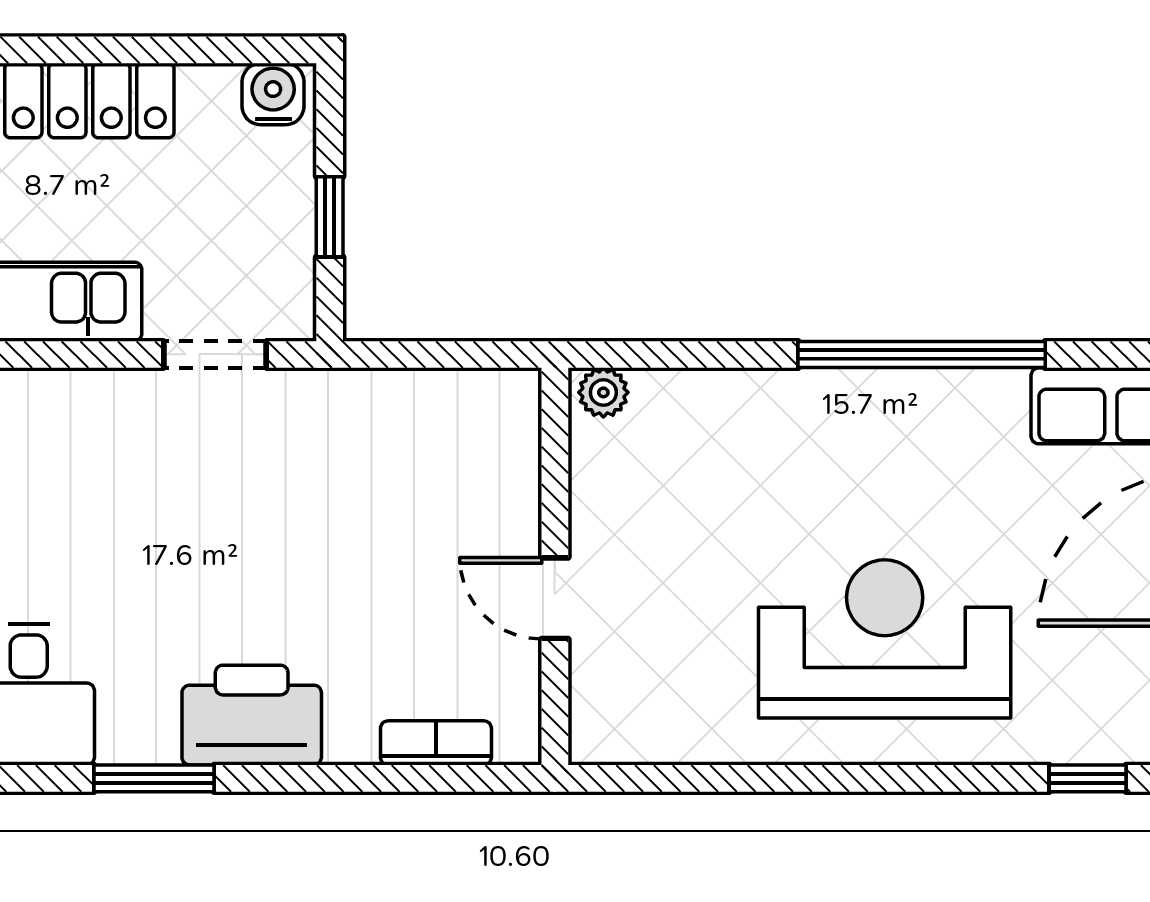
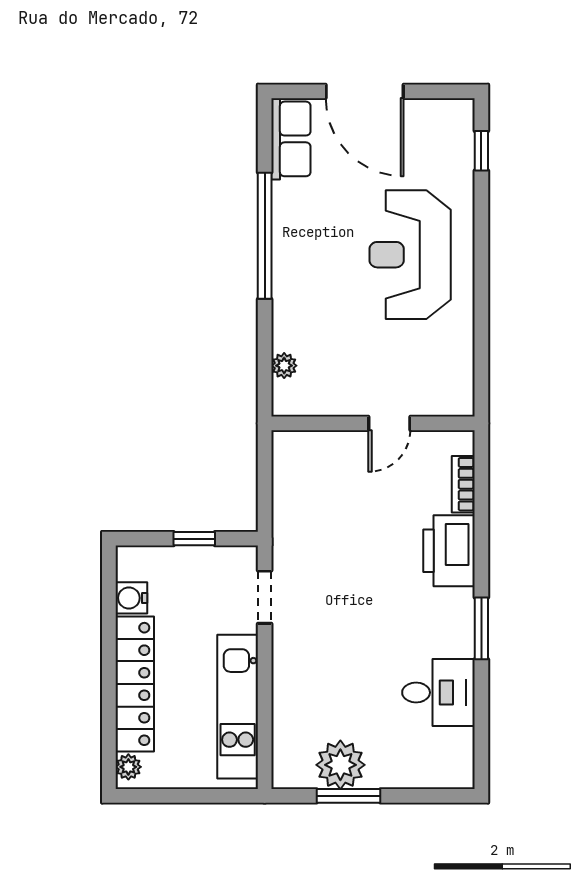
water cooler: (273, 94) -> (131, 598), moved
plant: (603, 392) -> (284, 366), moved
printer: (252, 715) -> (449, 551), moved

